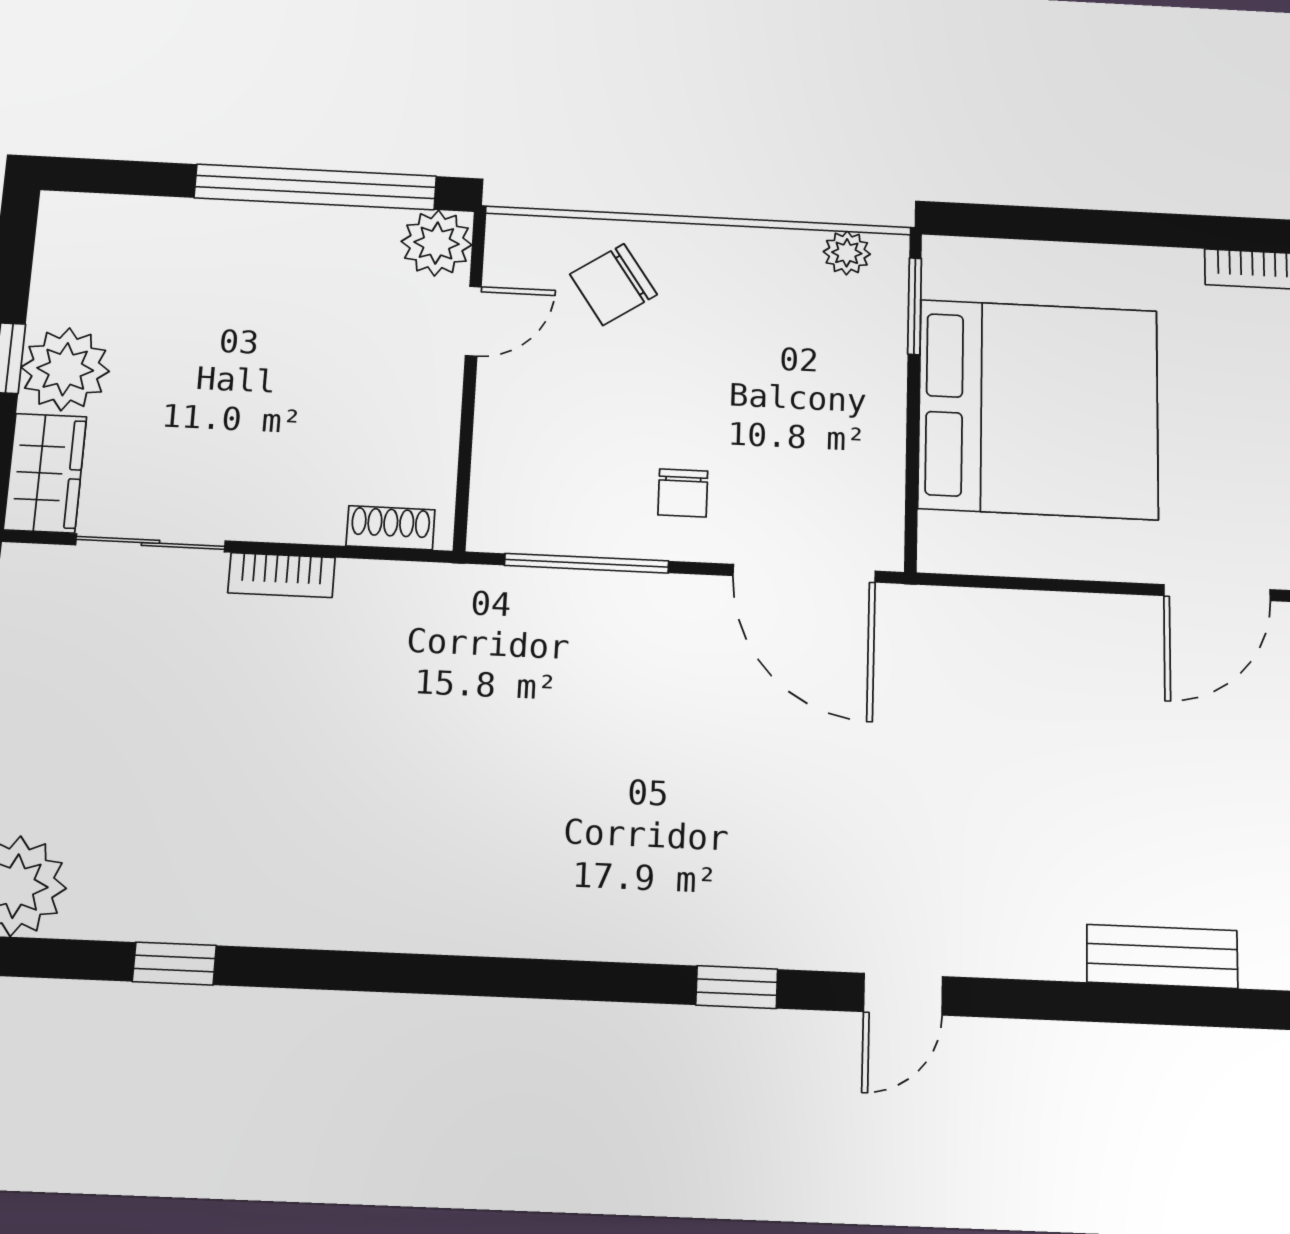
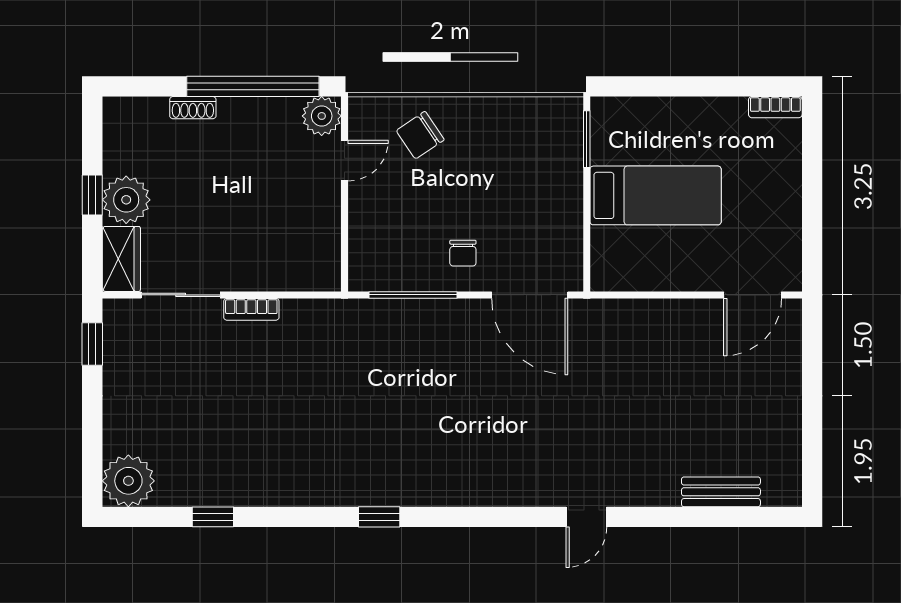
plant: (847, 253) -> (549, 110), removed
bed: (1038, 409) -> (656, 195), width x0.49
shoe rack: (390, 528) -> (193, 108), moved, turned 180
window: (737, 987) -> (379, 517), moved

